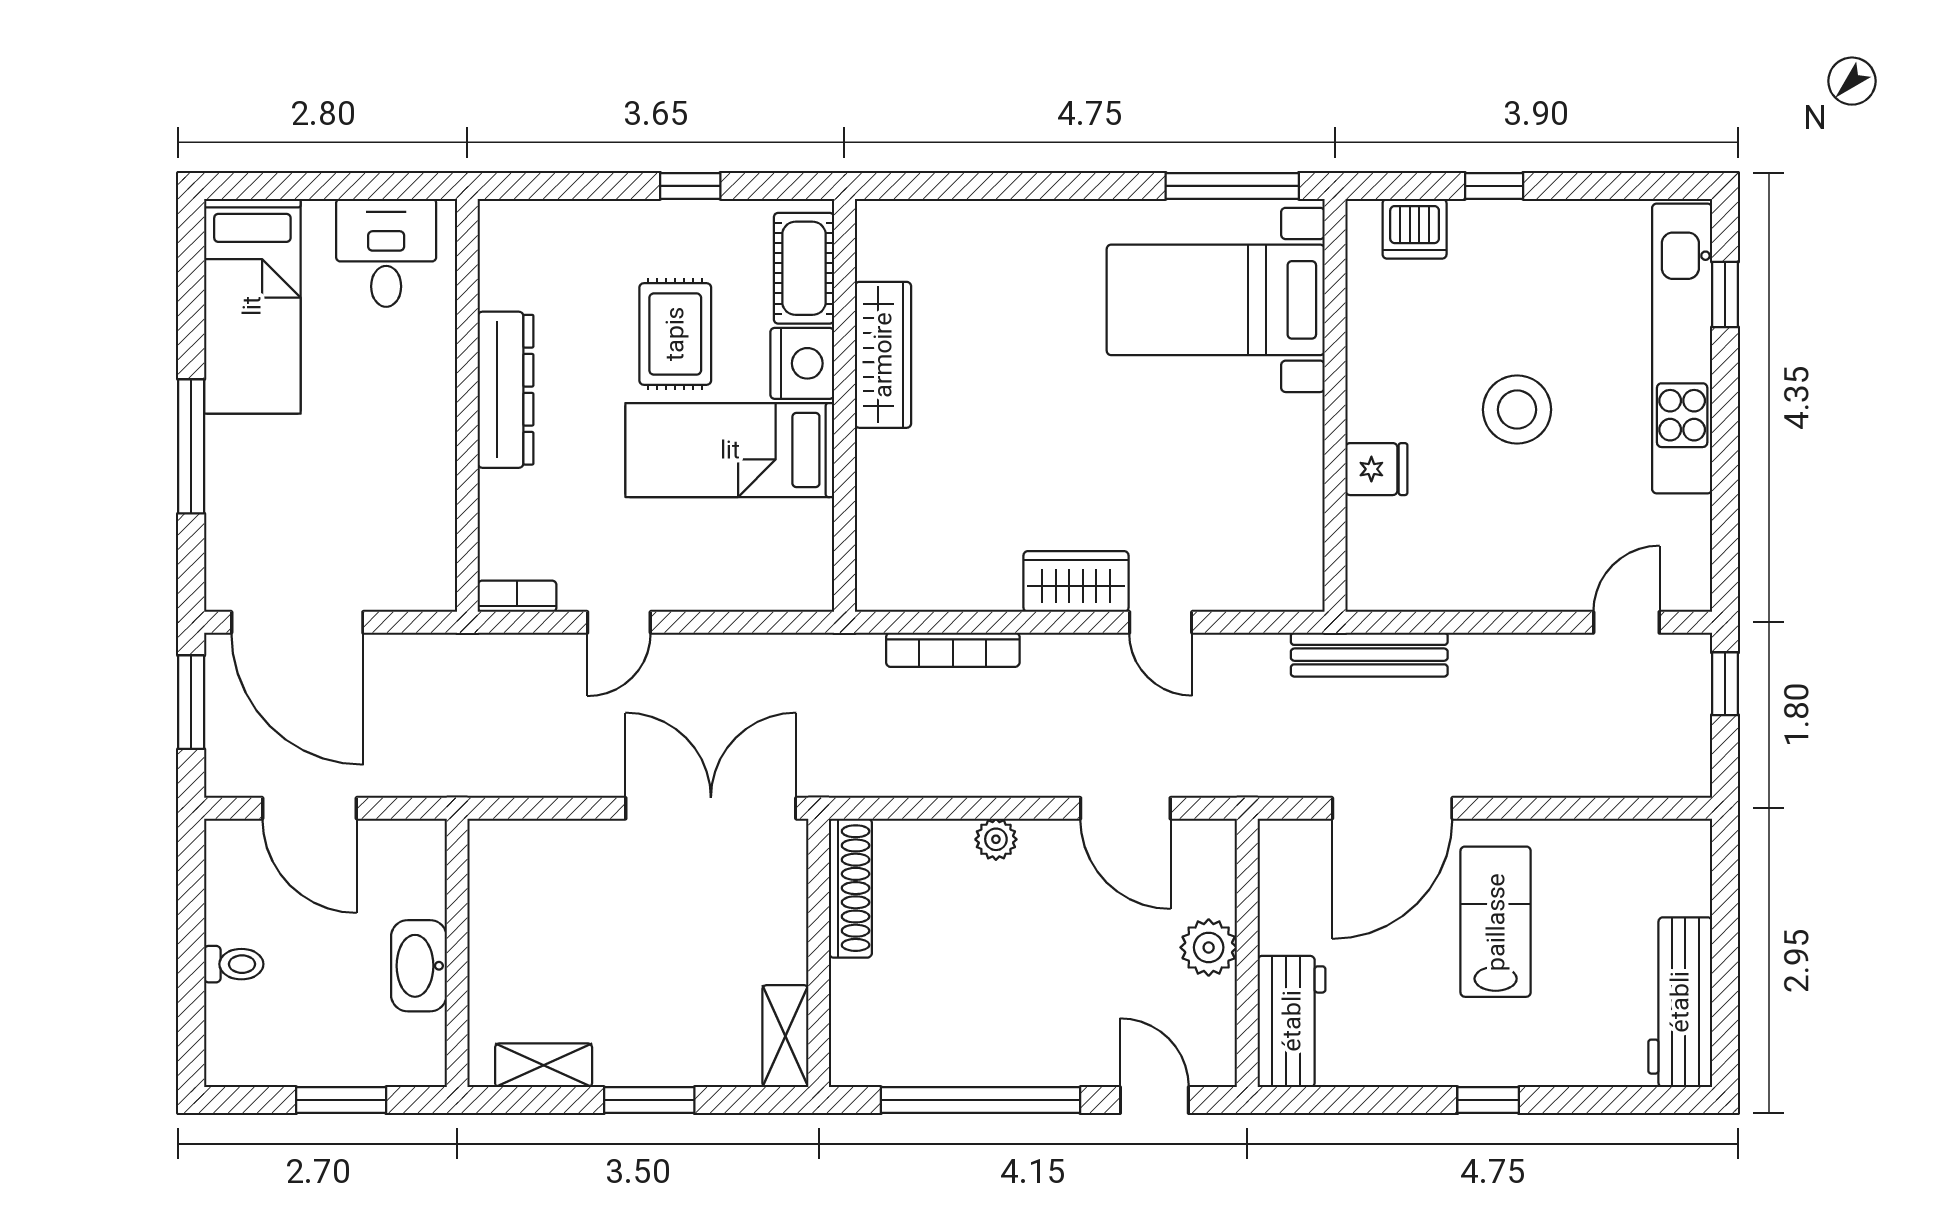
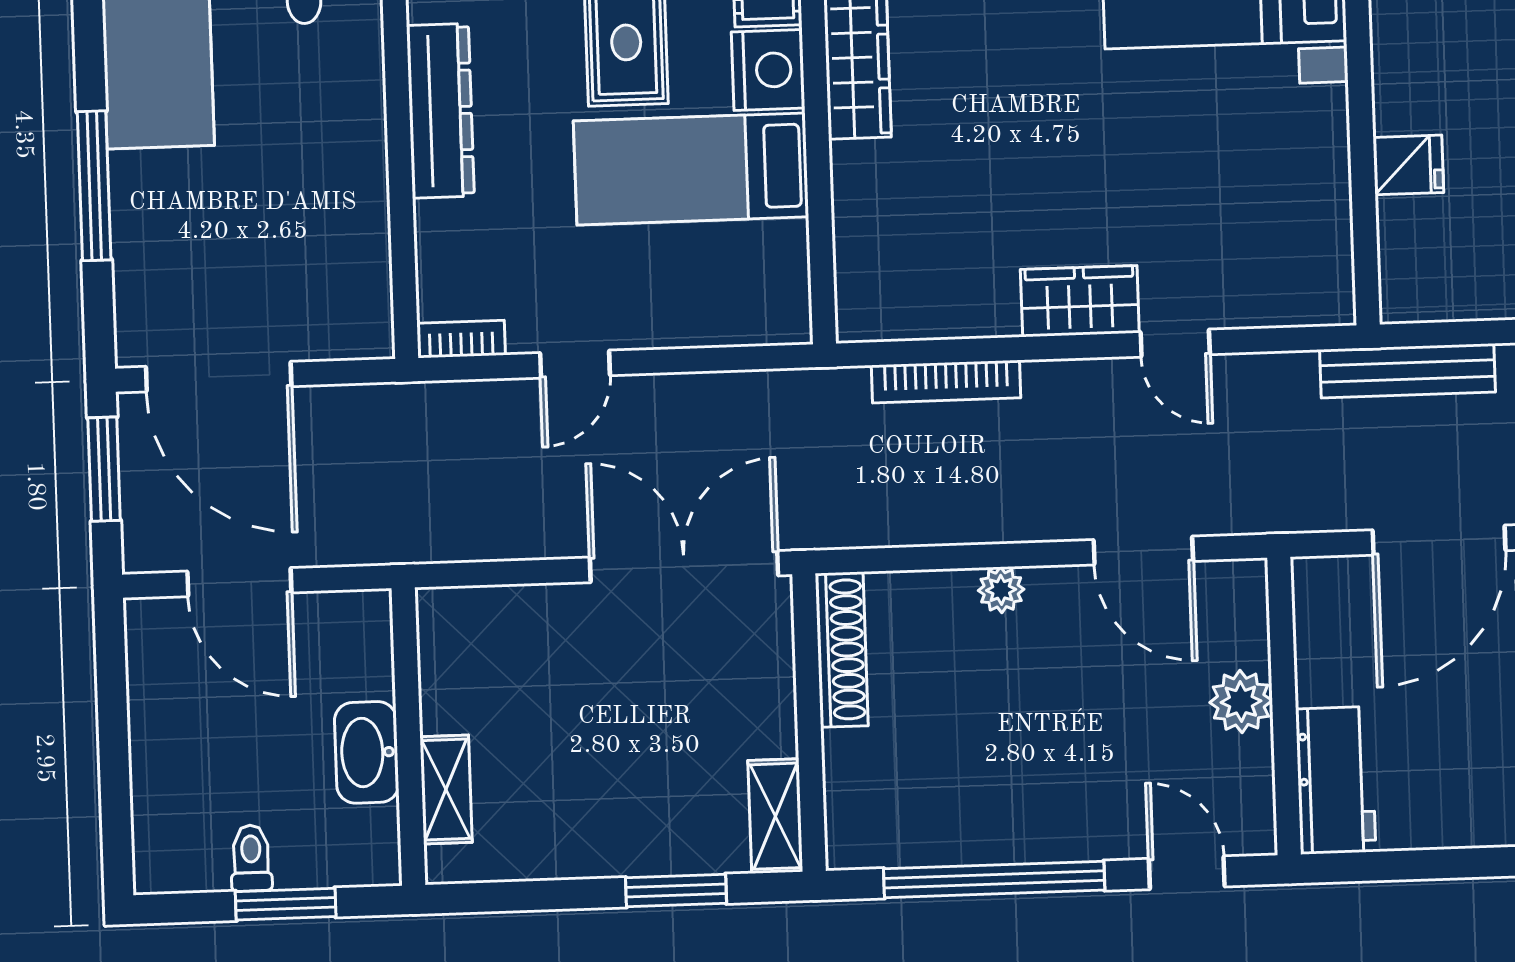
toilet: (234, 964) -> (251, 858), moved, turned -90
shelving: (544, 1065) -> (446, 790), moved, turned 90
window: (649, 1100) -> (676, 891), moved

